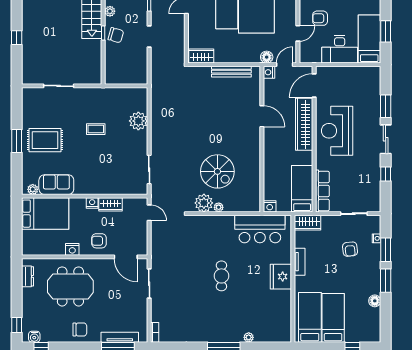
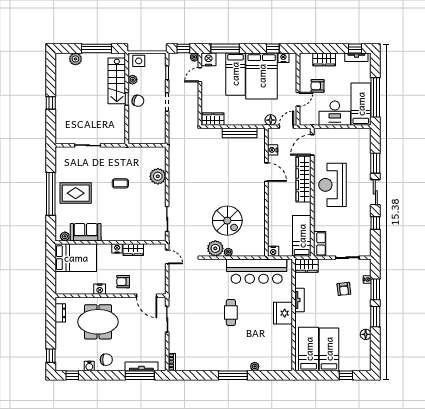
window: (386, 31) -> (375, 97), width x2.11
nightstand: (269, 72) -> (273, 150), moved
window: (17, 141) -> (51, 194), width x2.11
row of seats: (322, 191) -> (320, 244), width x0.68
bar counter: (260, 229) -> (257, 271), width x1.36
water cooler: (34, 337) -> (89, 366), moved

